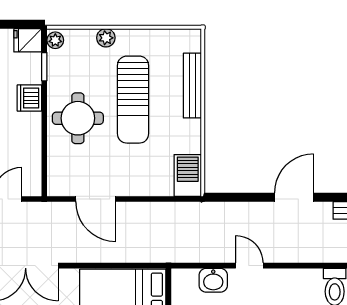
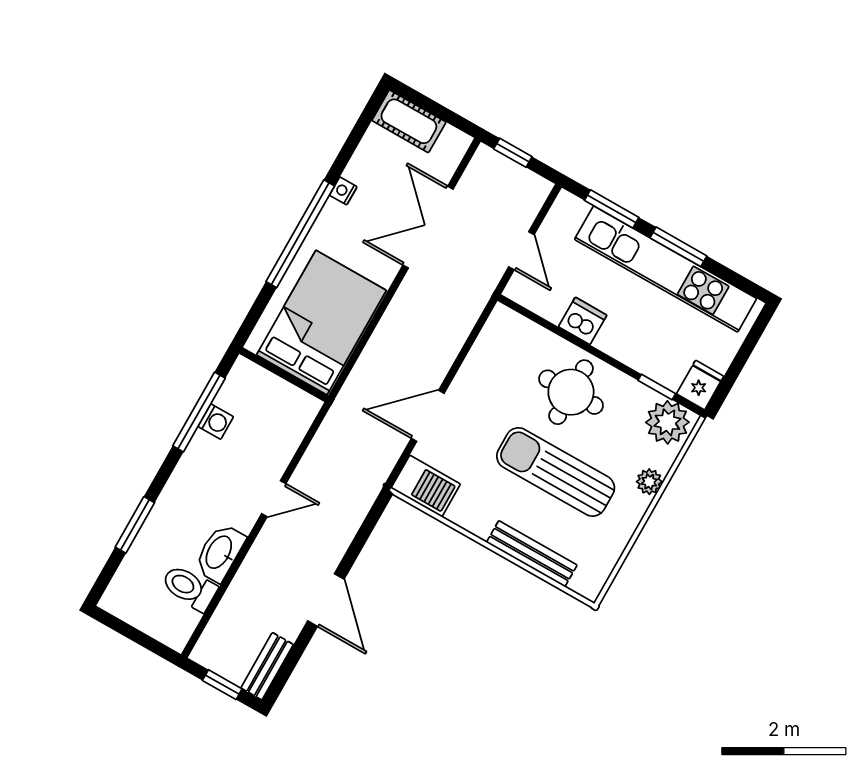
plant: (55, 40) -> (667, 422), width x1.88, depth x1.88
dishwasher: (29, 98) -> (583, 321), moved
door: (96, 199) -> (428, 416), moved
washbasin: (213, 280) -> (220, 553), moved, width x1.38

